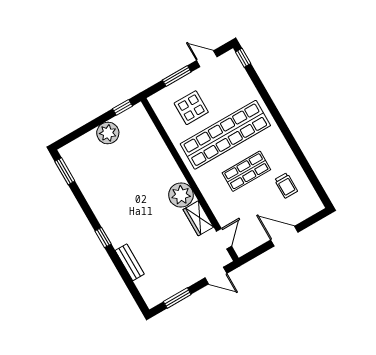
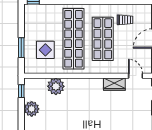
door: (207, 59) -> (21, 24), removed
shop shelf: (246, 171) -> (103, 39), width x1.43, depth x1.36
plant: (181, 195) -> (56, 86), moved

